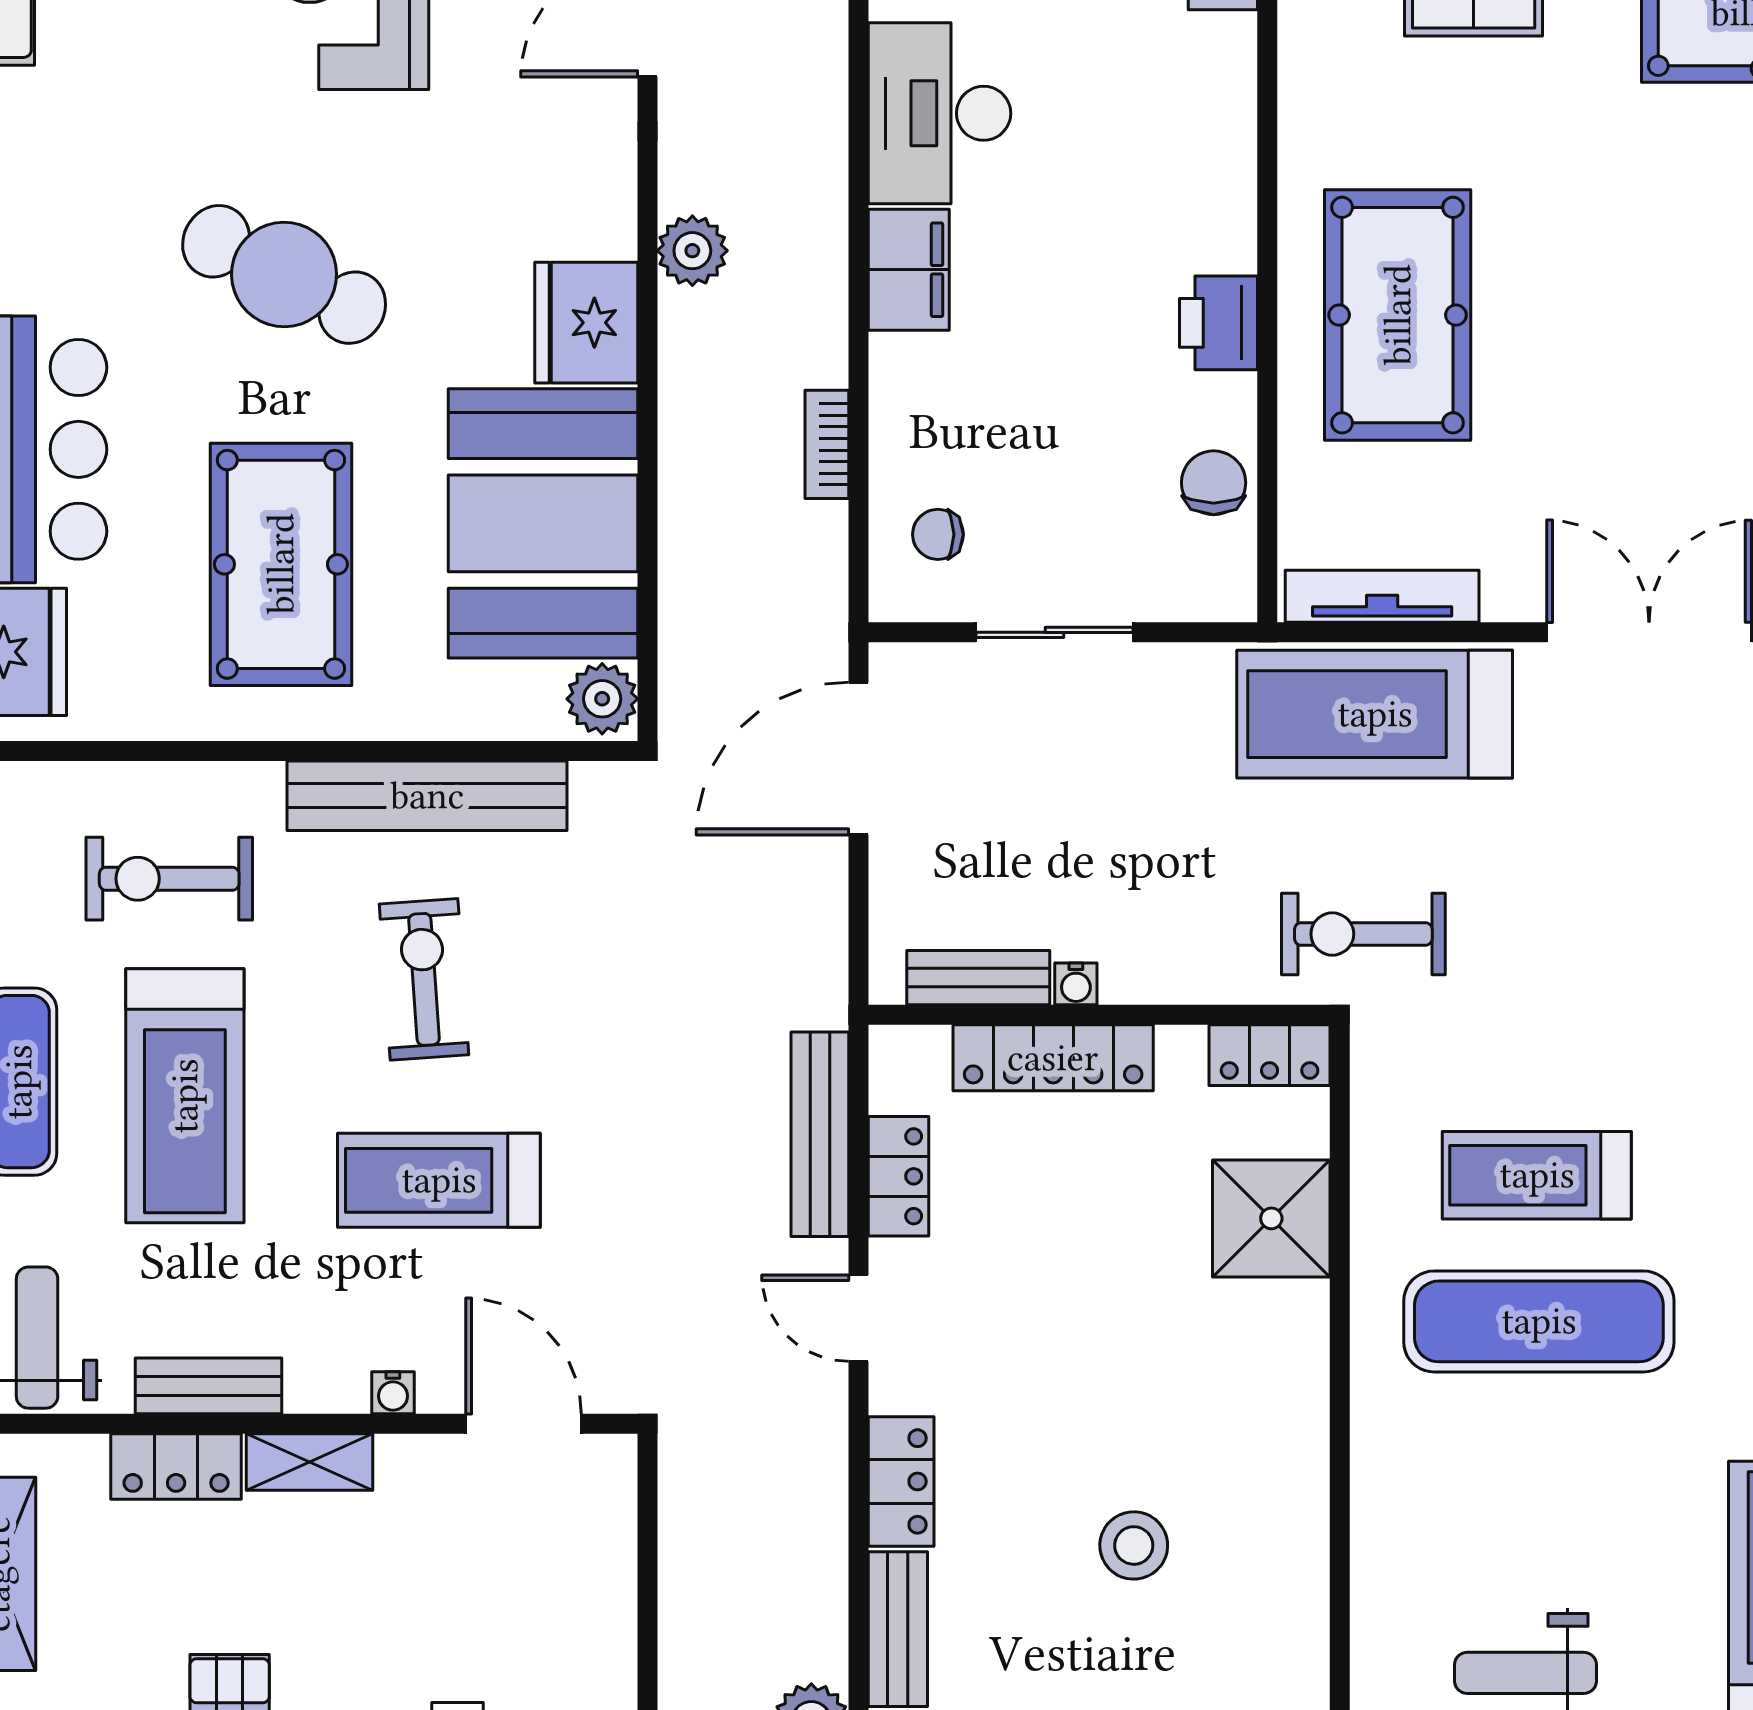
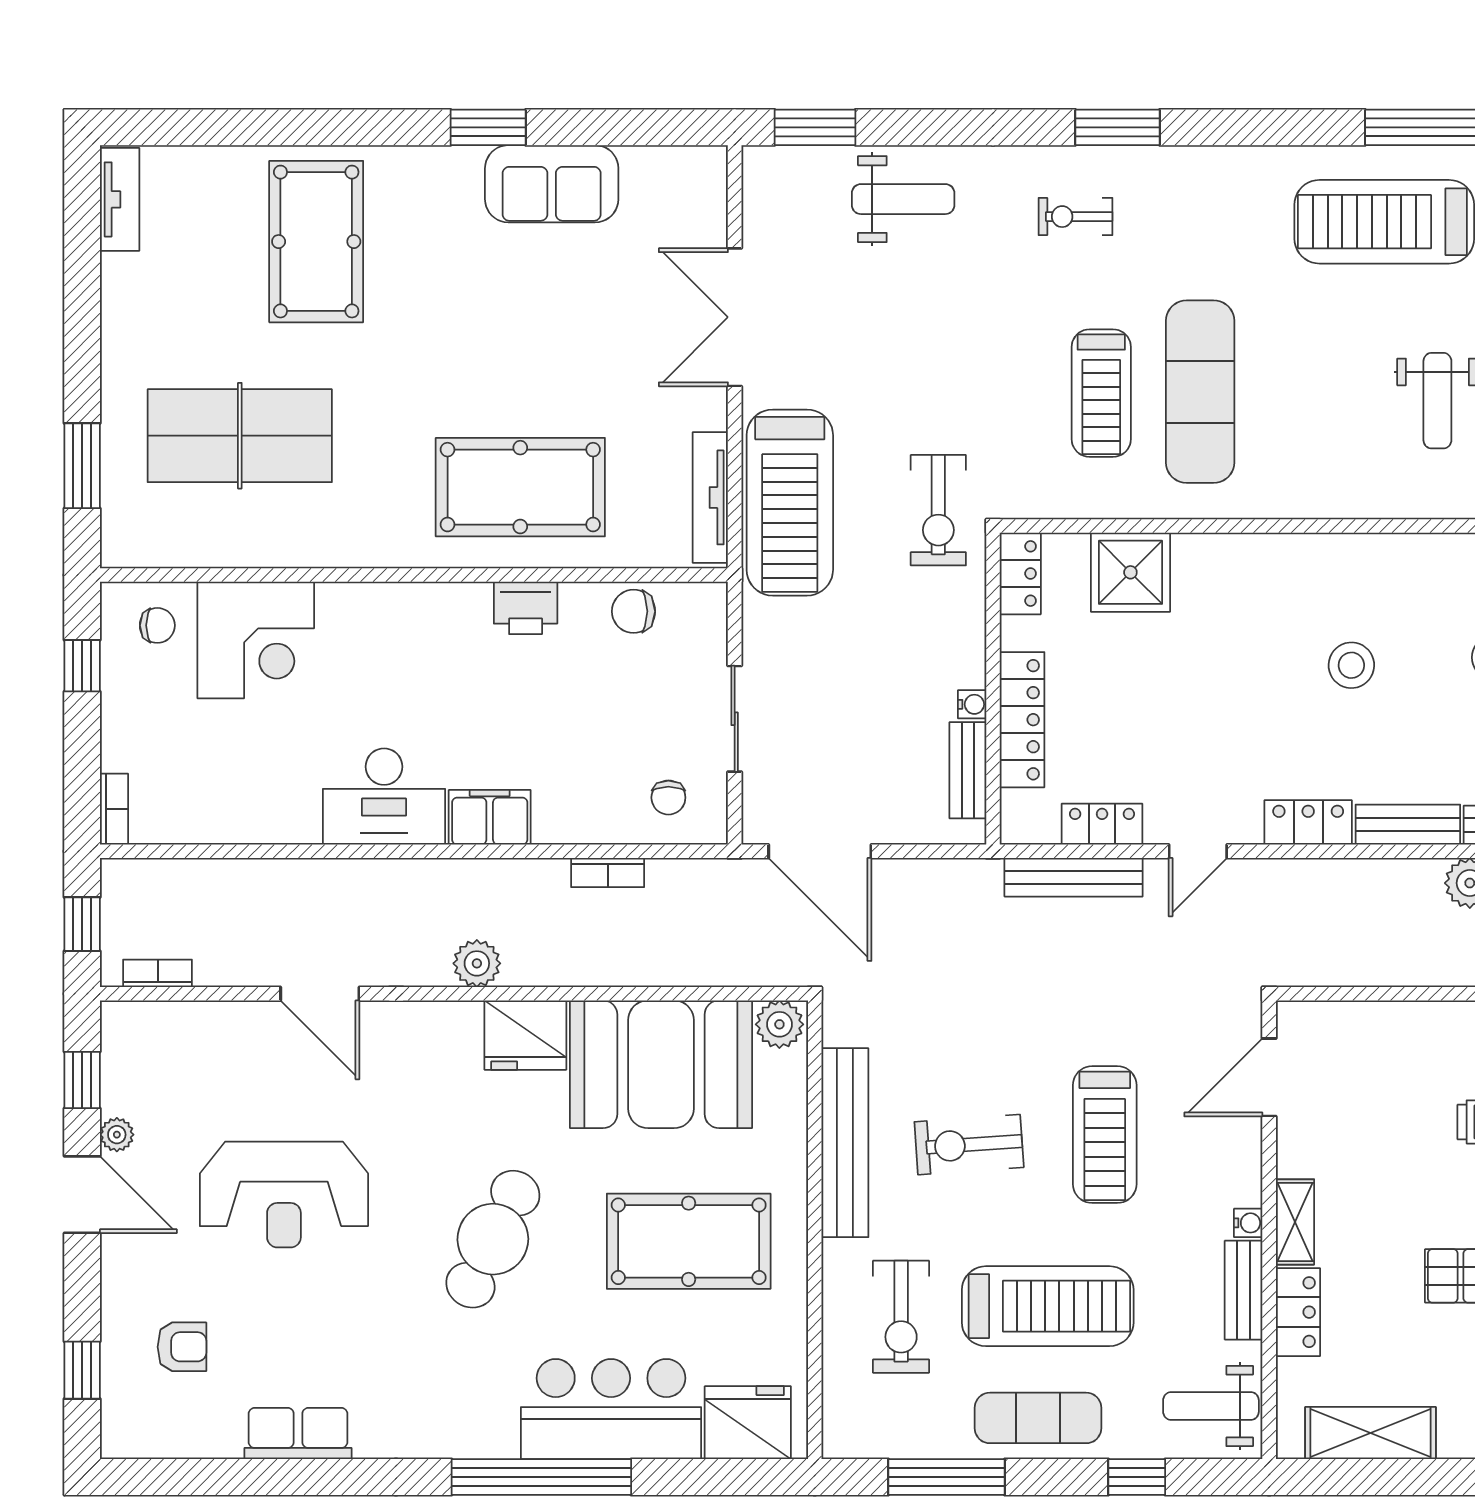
water cooler: (393, 1393) -> (1248, 1223), moved

